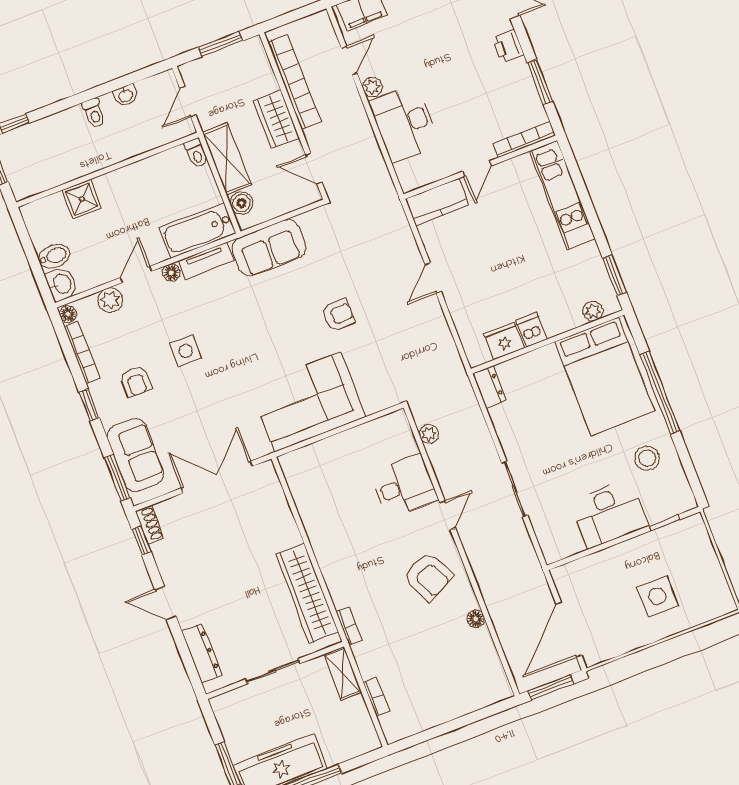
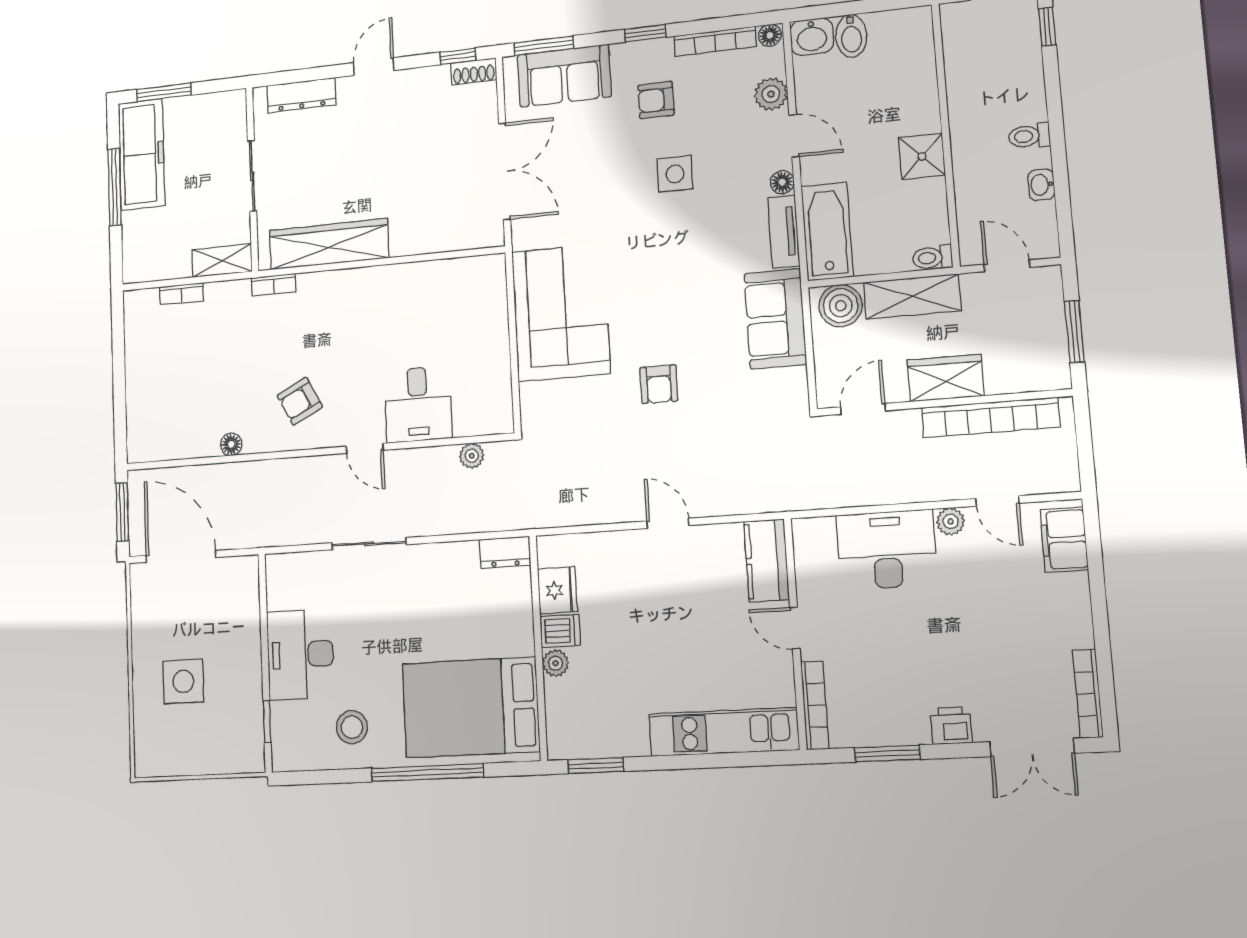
shower: (82, 199) -> (922, 156), moved
boiler: (242, 203) -> (841, 306), width x1.36, depth x1.36
plant: (593, 311) -> (555, 663), moved
armchair: (428, 576) -> (300, 401), width x0.72, depth x0.72

